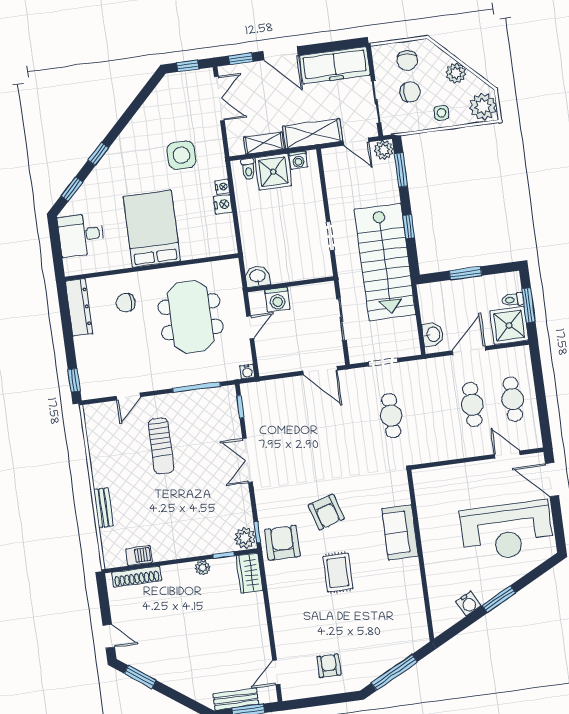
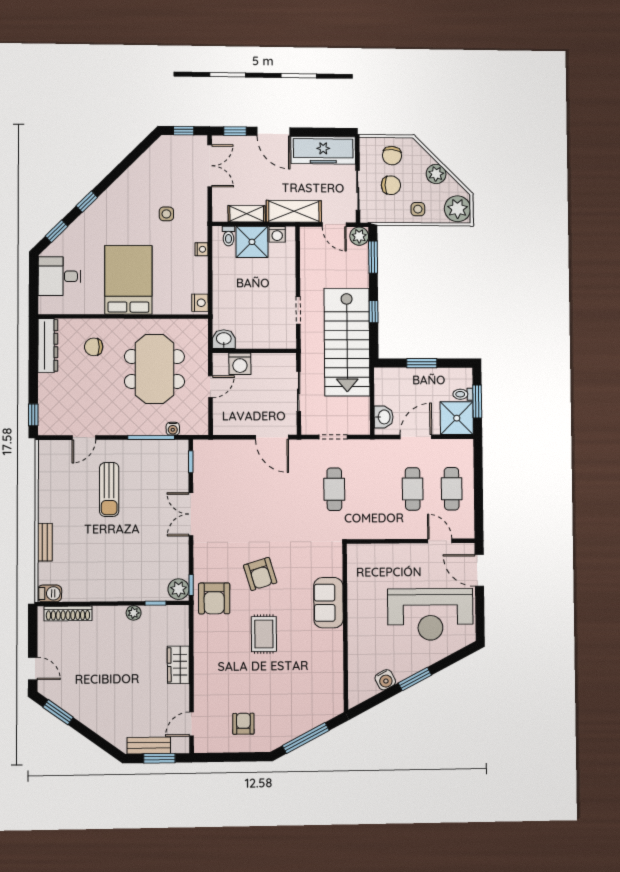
side table: (181, 155) -> (166, 214), width x0.54, depth x0.54
nightstand: (223, 204) -> (200, 303), moved
water cooler: (247, 371) -> (173, 429), moved
armchair: (282, 543) -> (214, 598), turned 180
barbecue: (139, 556) -> (50, 593), moved
wardrobe: (249, 573) -> (178, 665), moved

